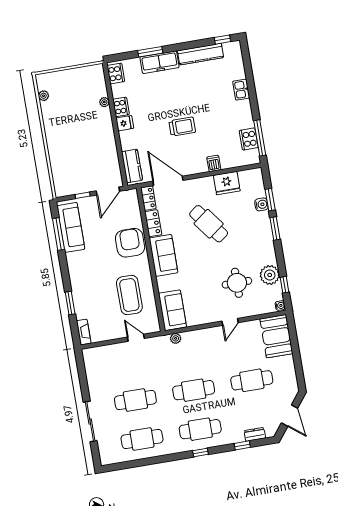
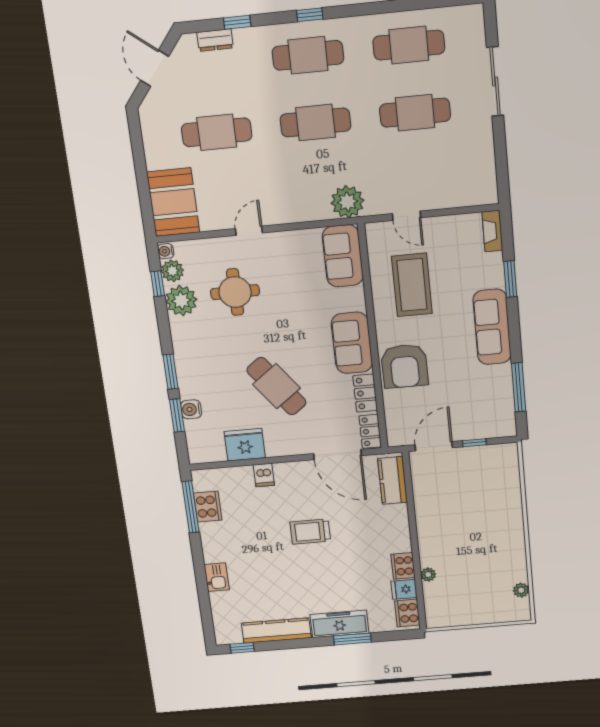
fridge: (125, 123) -> (404, 589), moved
sofa: (71, 227) -> (492, 327), moved
plant: (276, 293) -> (172, 271), added
plant: (176, 338) -> (347, 202), width x1.88, depth x1.88

